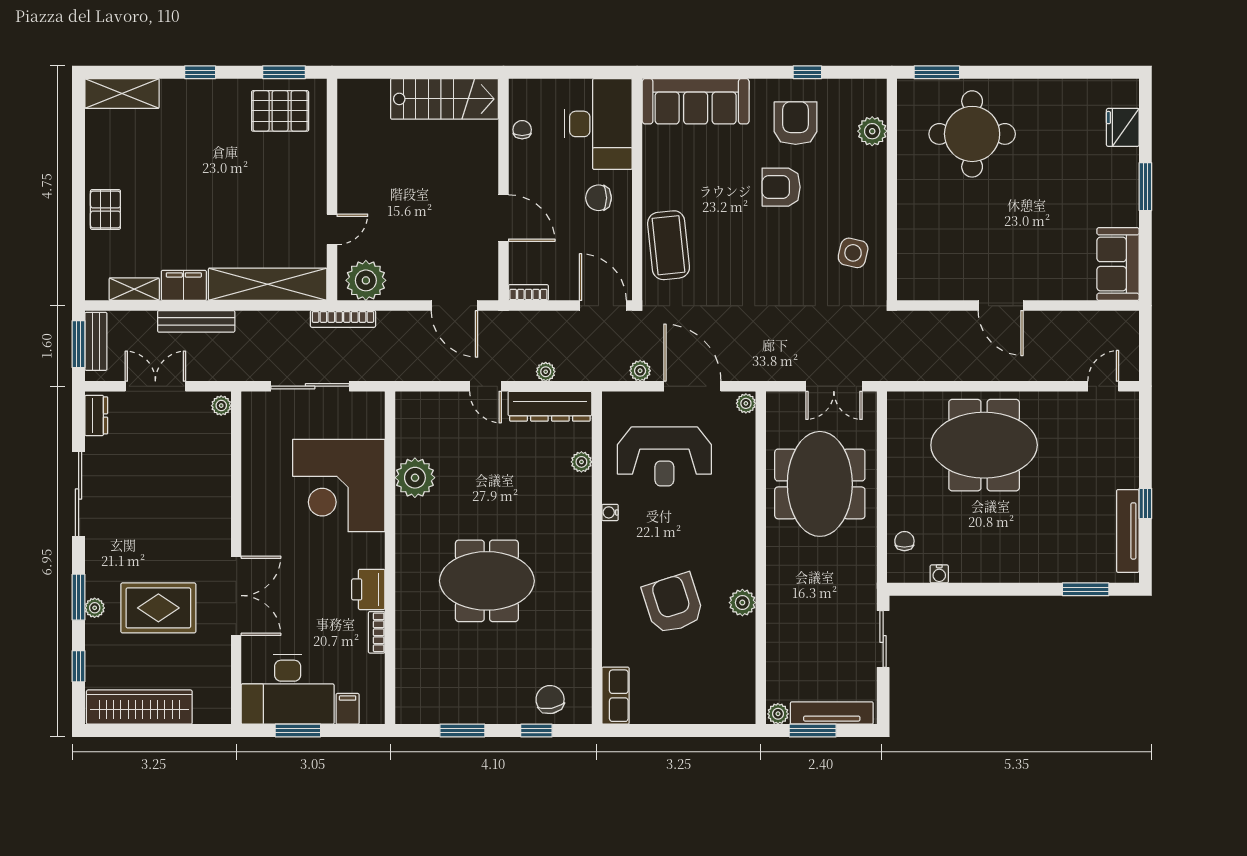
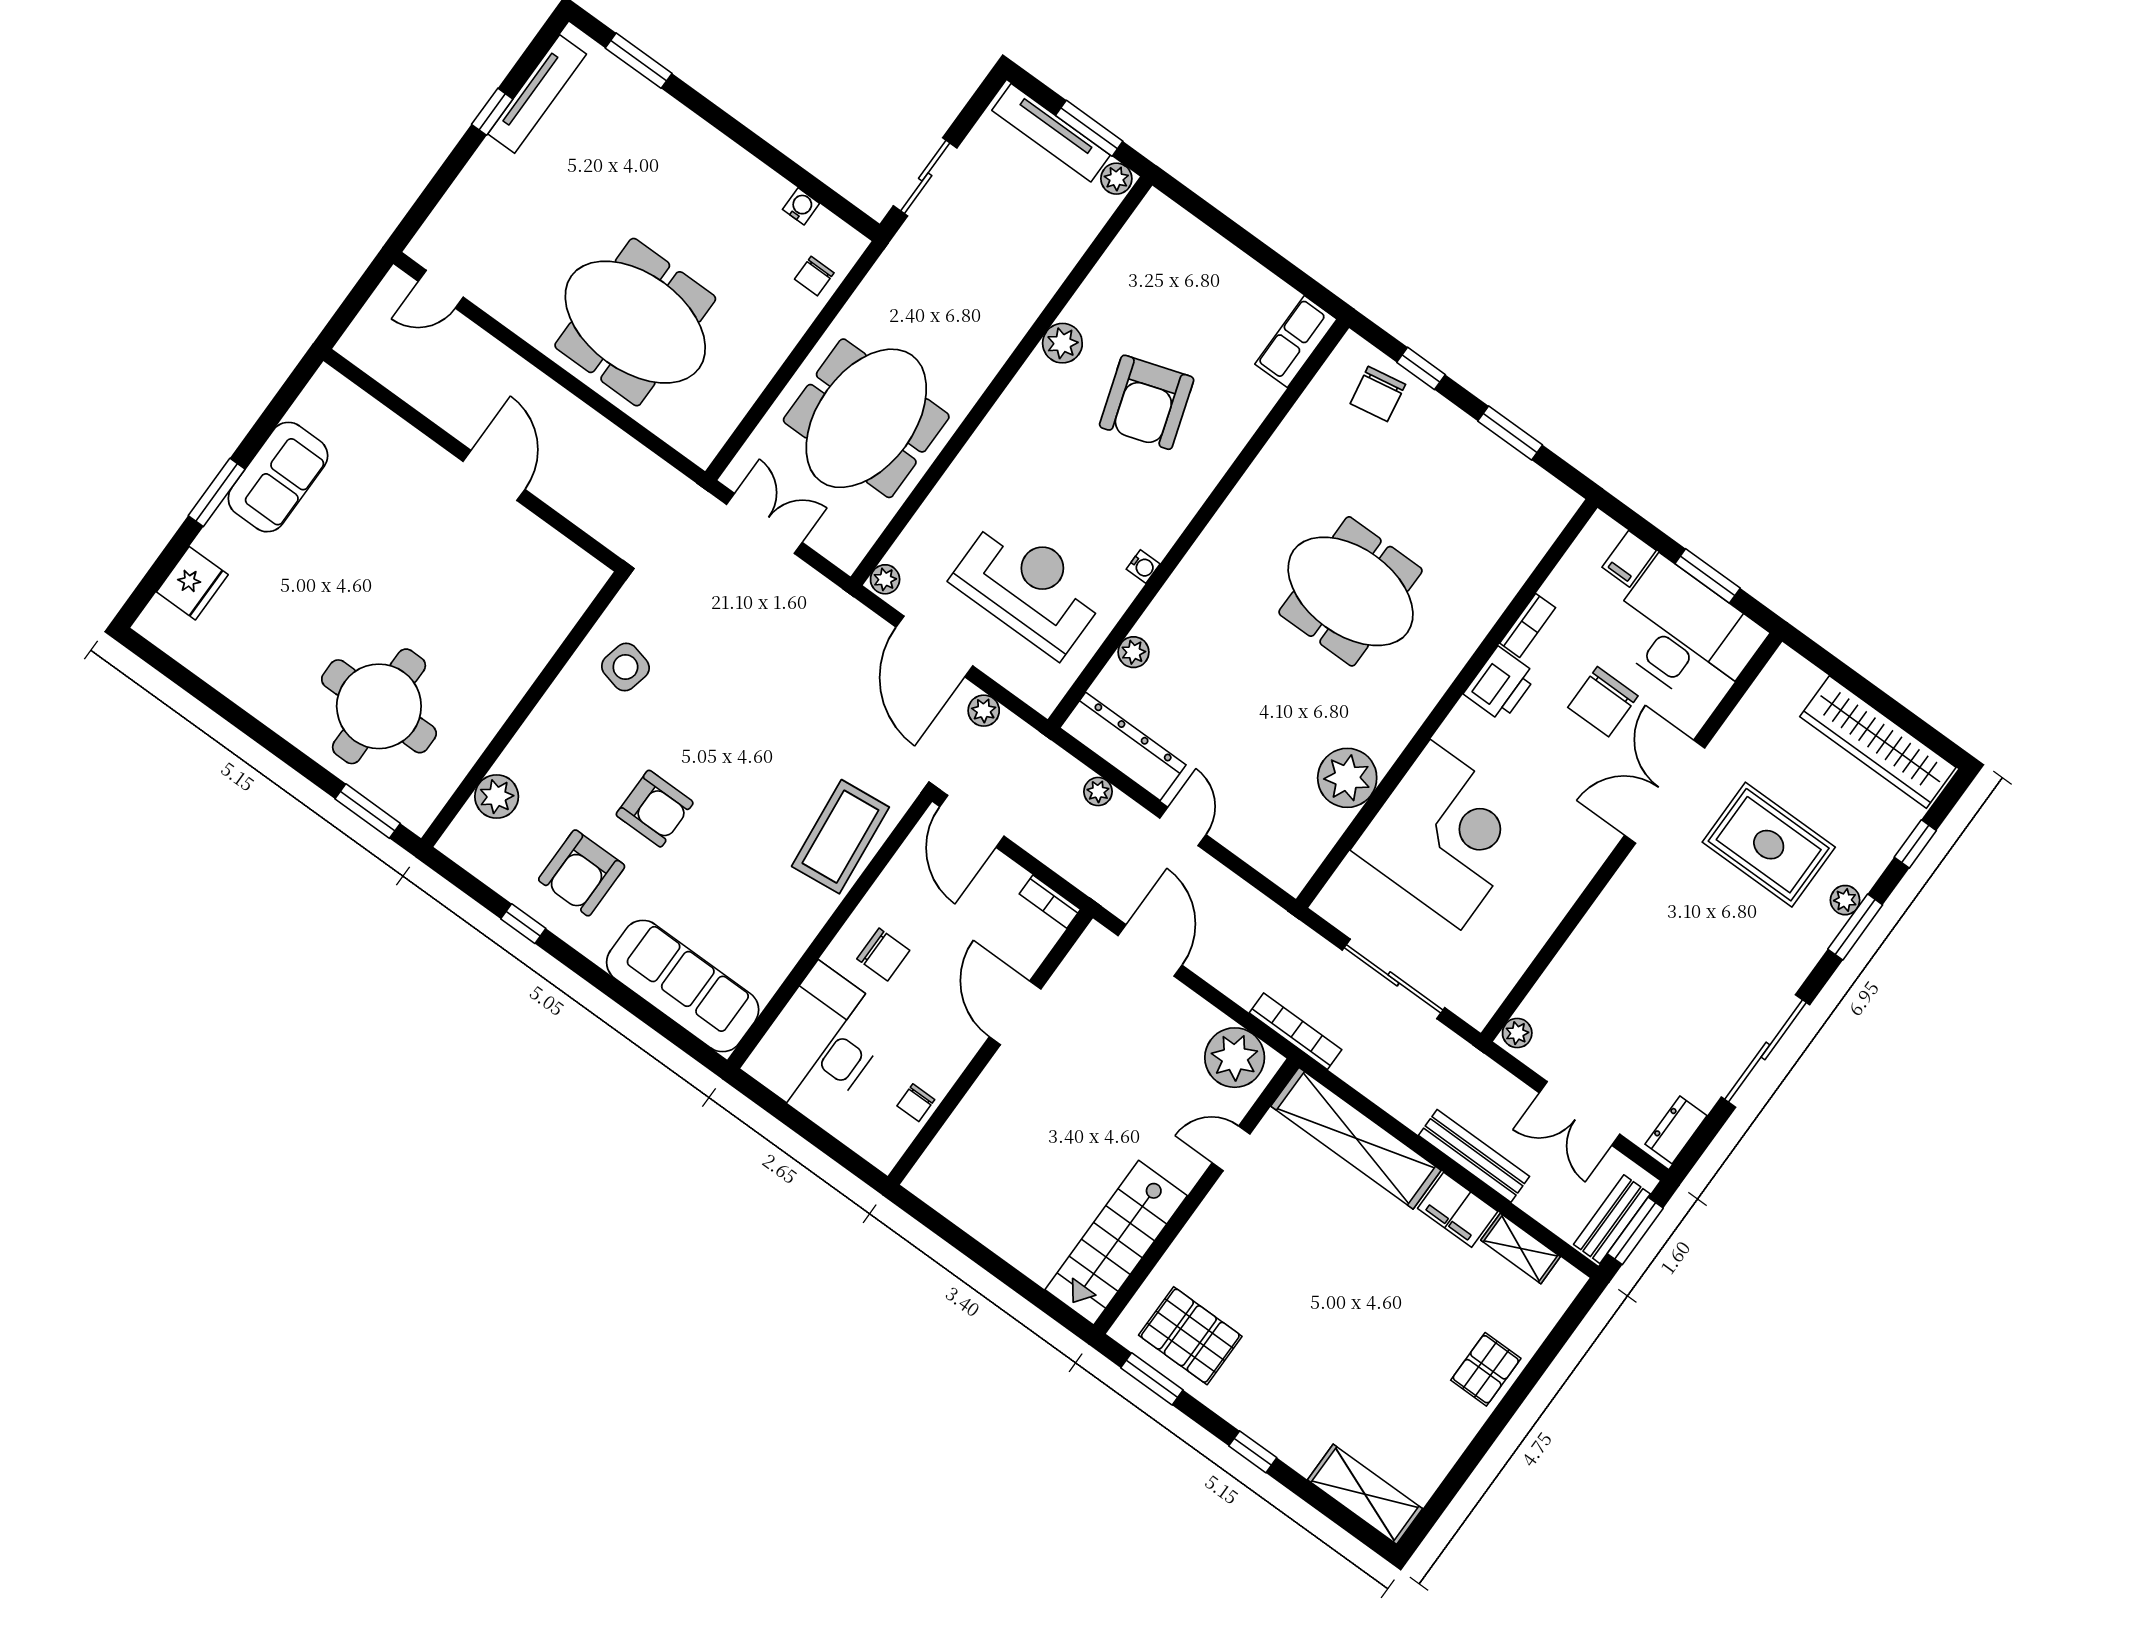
stairs: (445, 99) -> (1116, 1243), moved, turned -90
sofa: (1118, 264) -> (278, 477), moved
chair: (305, 620) -> (1603, 702), added

